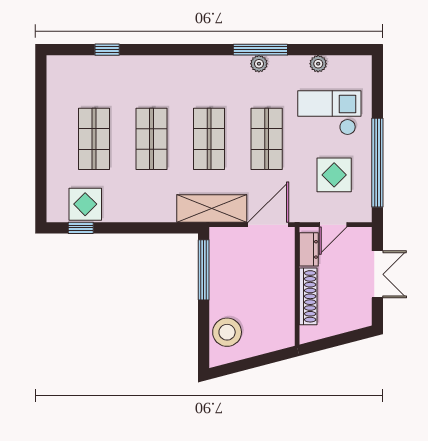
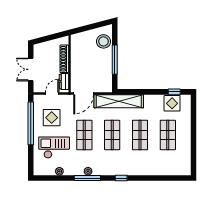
window: (107, 50) -> (121, 178), moved
checkout: (329, 113) -> (54, 148), turned 180
shelving: (212, 208) -> (119, 101), width x1.47
window: (204, 270) -> (115, 60), moved

